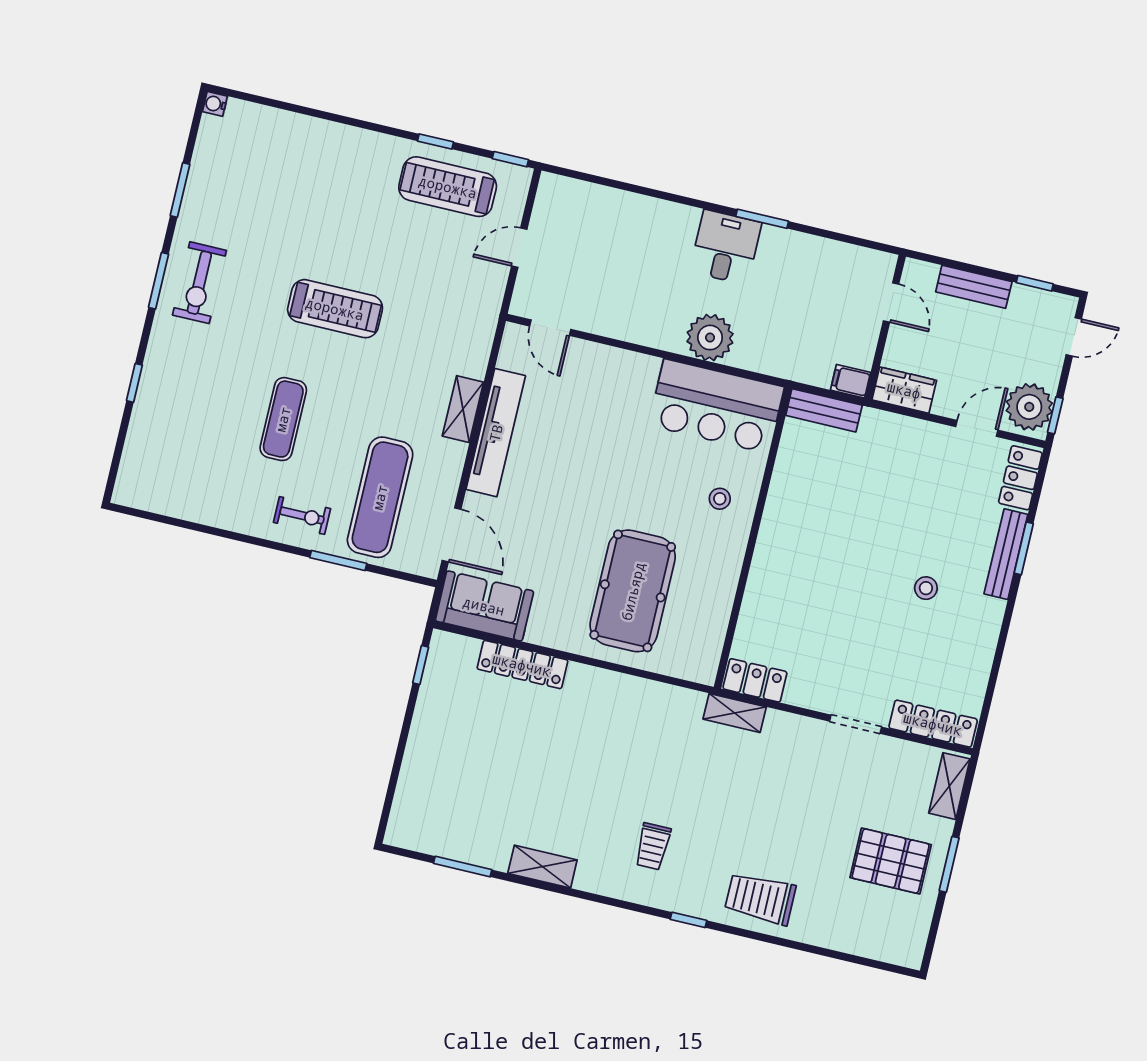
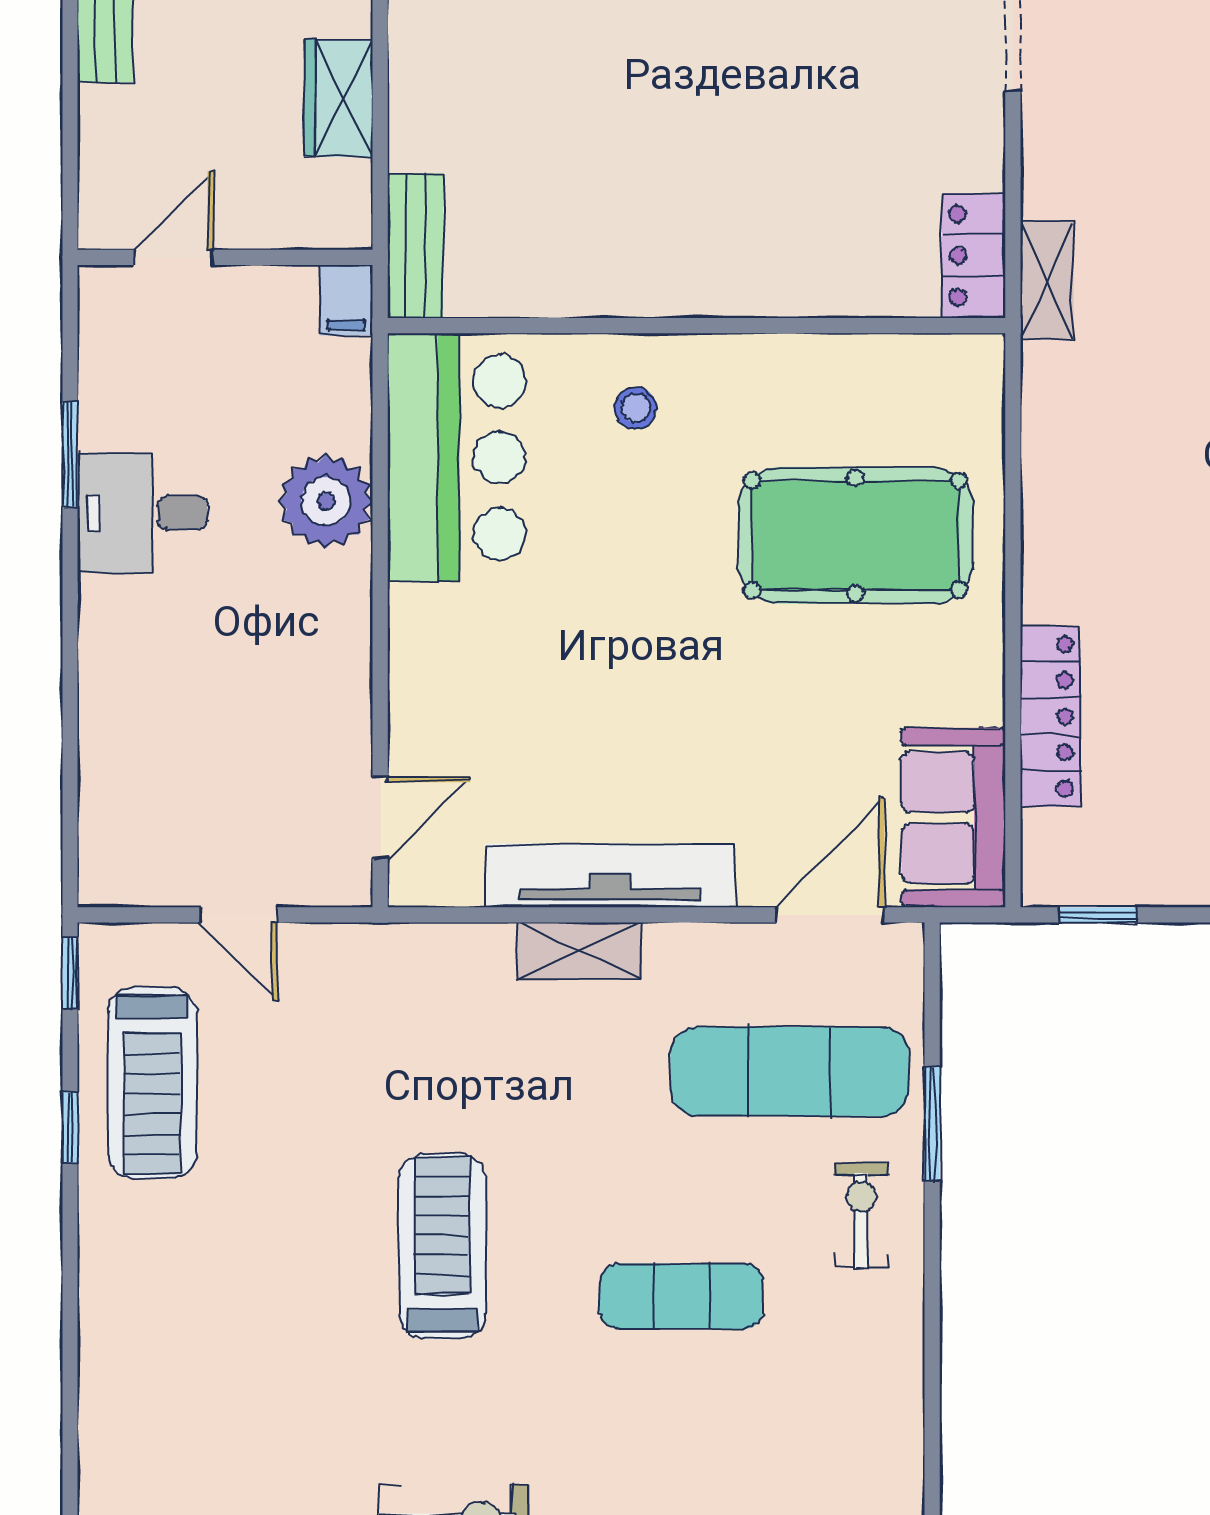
door: (891, 302) -> (174, 257), moved
wall: (885, 327) -> (225, 257), moved
filing cabinet: (851, 381) -> (346, 300), moved

